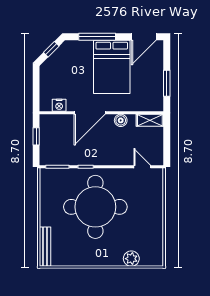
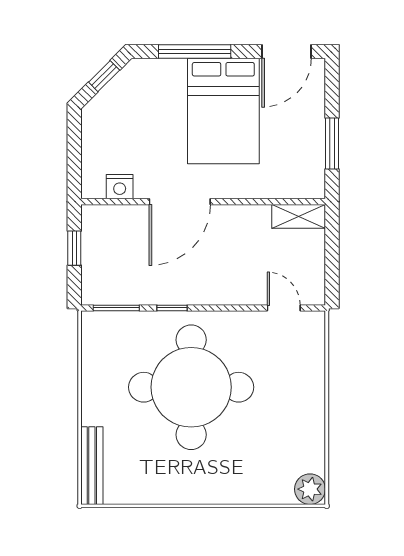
boiler: (121, 120) -> (241, 217), removed
plant: (131, 259) -> (310, 489), moved

